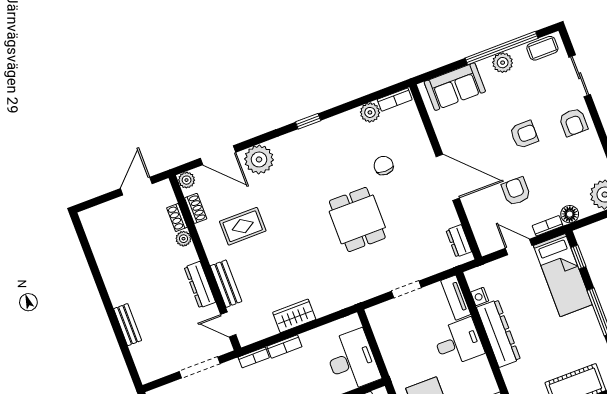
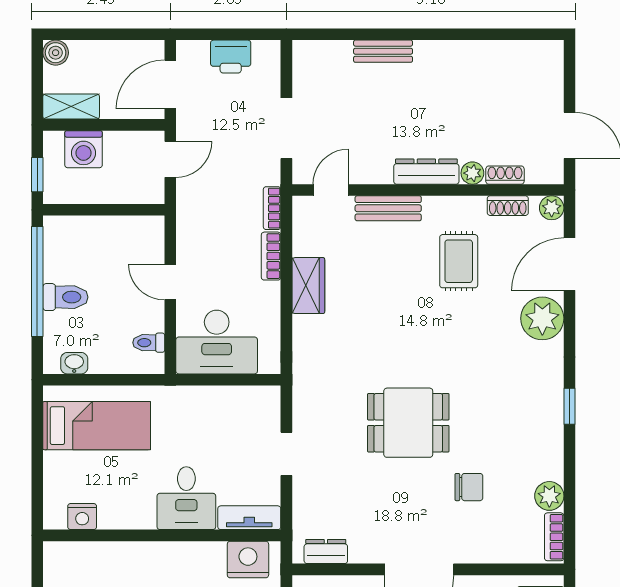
dresser: (200, 285) -> (426, 172), moved
nightstand: (480, 297) -> (248, 559), width x1.89, depth x1.79
dresser: (498, 333) -> (178, 558), removed

